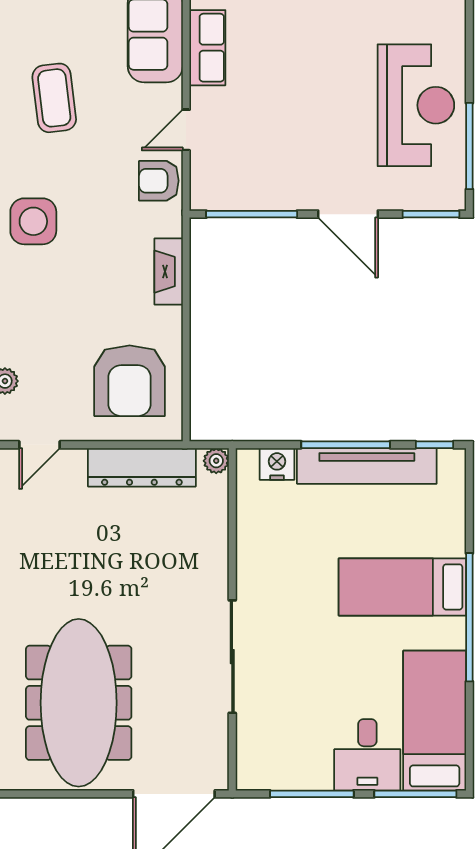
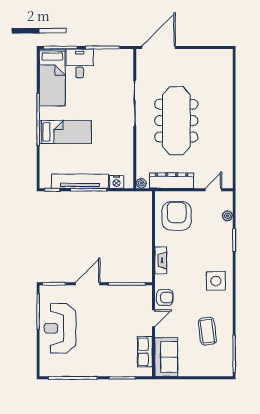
door: (348, 214) -> (88, 284), hinge flipped
meeting table: (79, 703) -> (176, 121), moved

